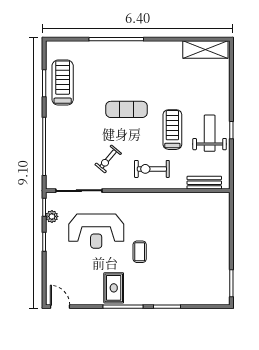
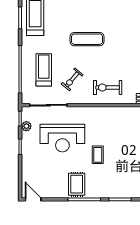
treadmill: (172, 130) -> (44, 70), moved

